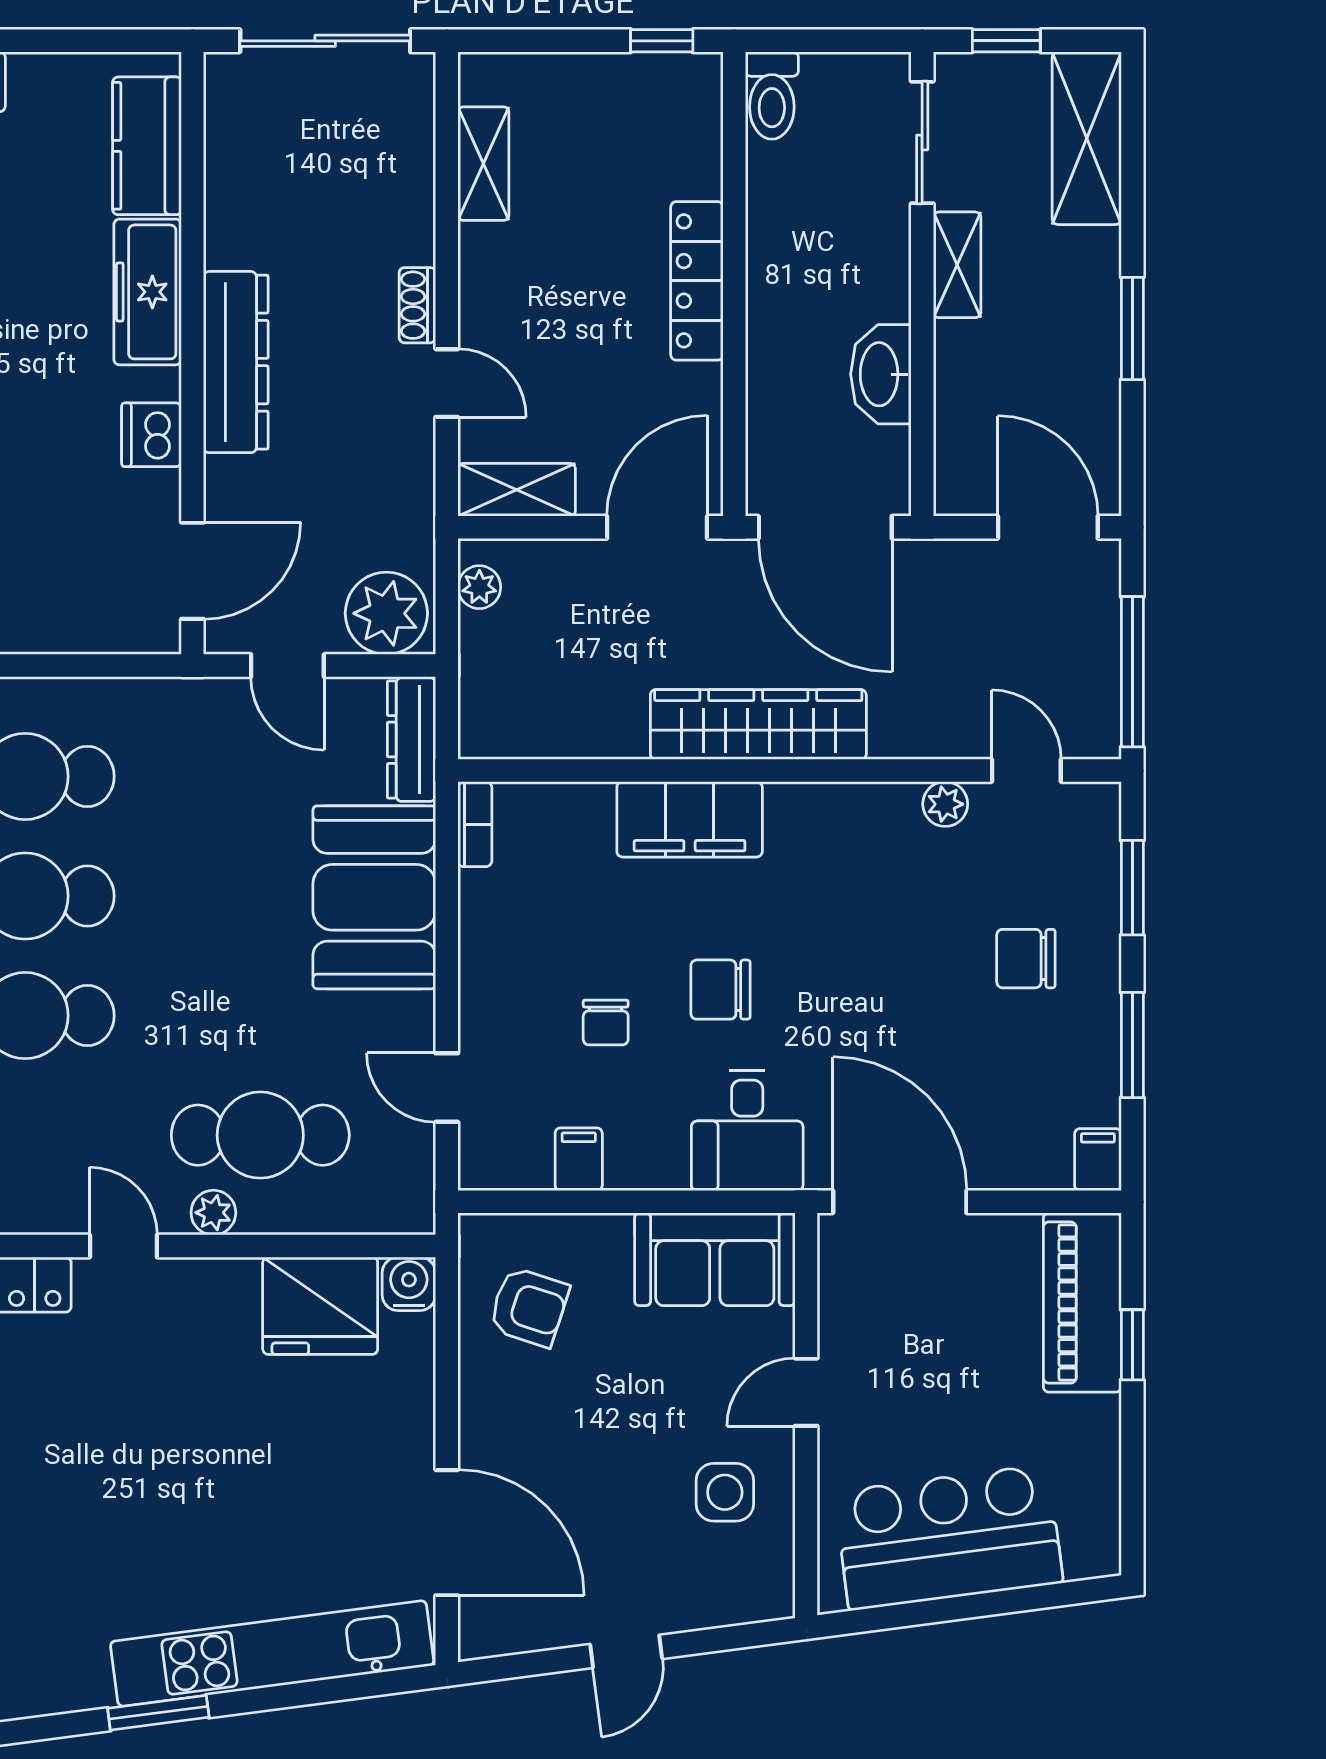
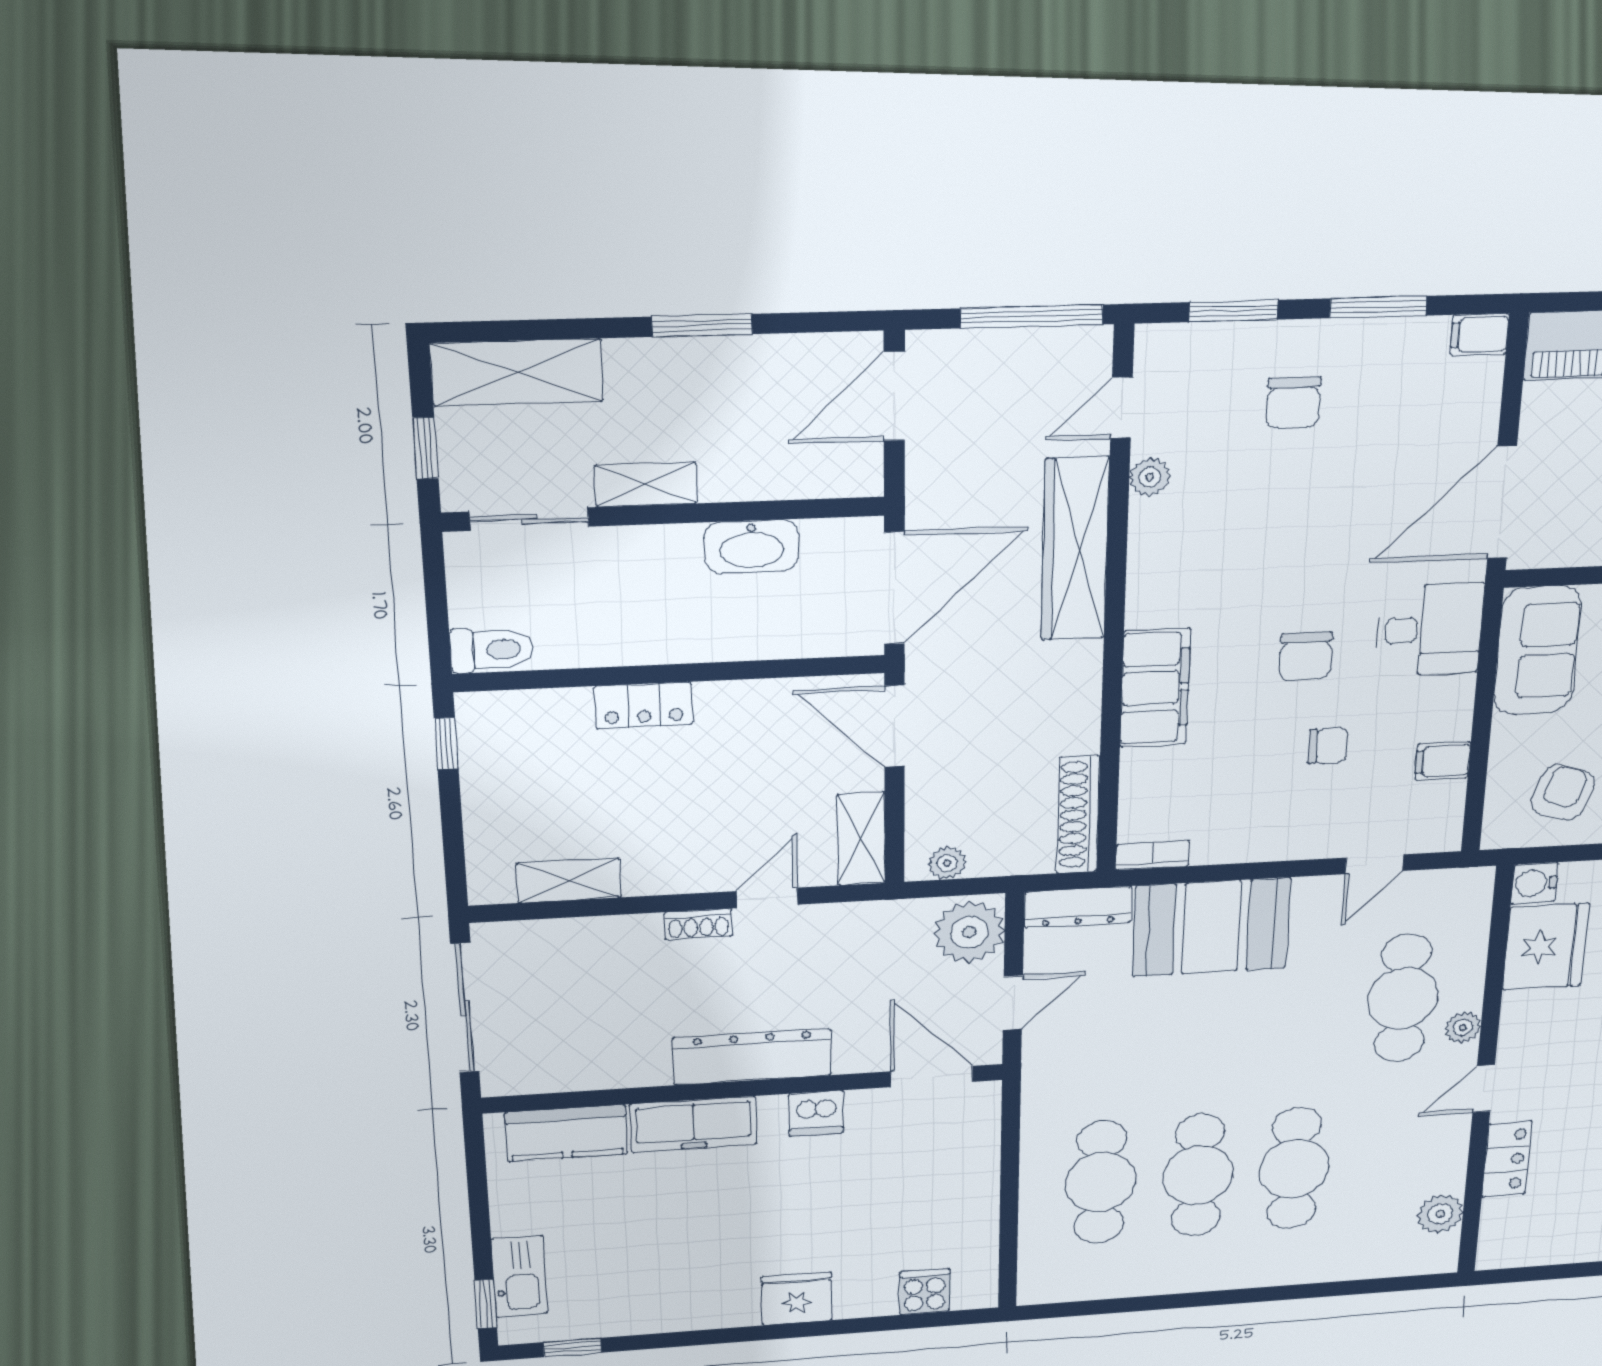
locker: (697, 281) -> (644, 705), width x0.66
wardrobe: (758, 725) -> (1075, 549), moved
shoe rack: (533, 736) -> (1078, 815), added

